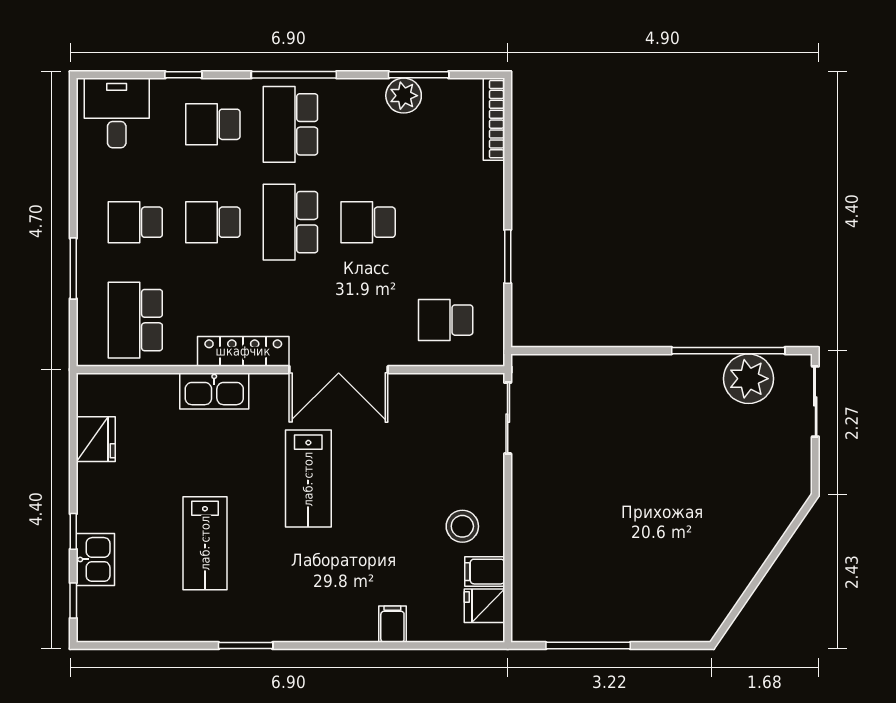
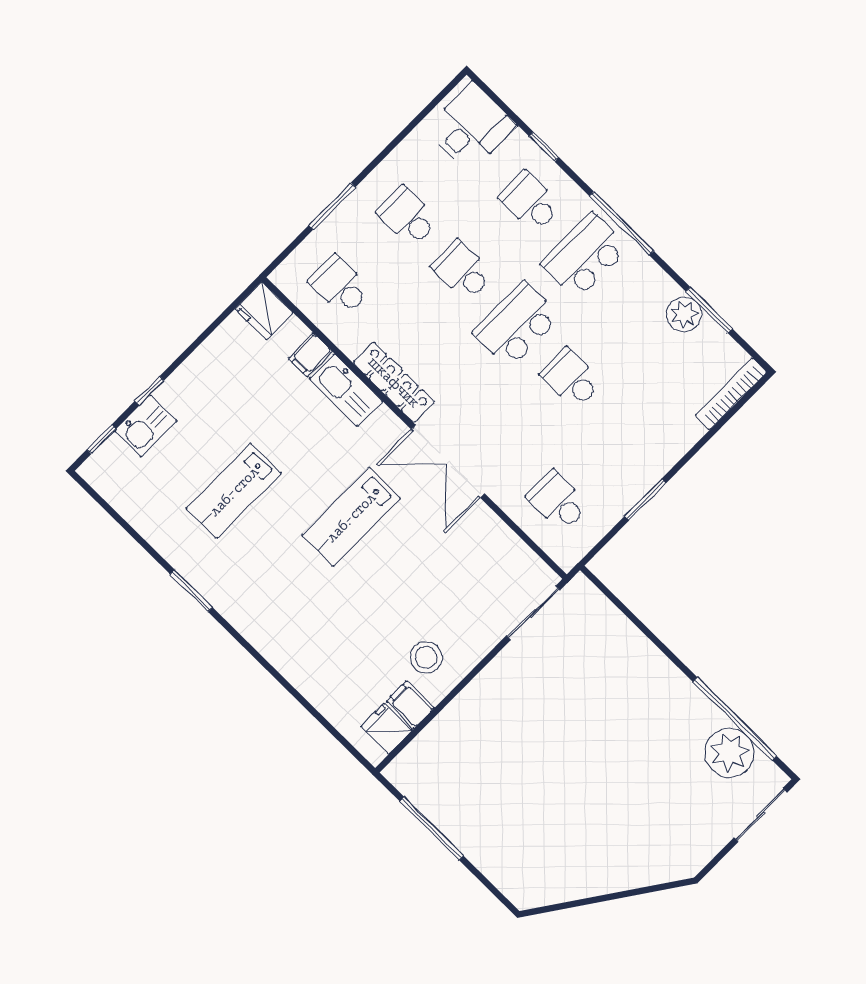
school desk: (135, 320) -> (340, 285), width x0.54
fridge: (96, 439) -> (264, 311), moved, turned 90
filing cabinet: (392, 624) -> (310, 355), moved, turned 180

